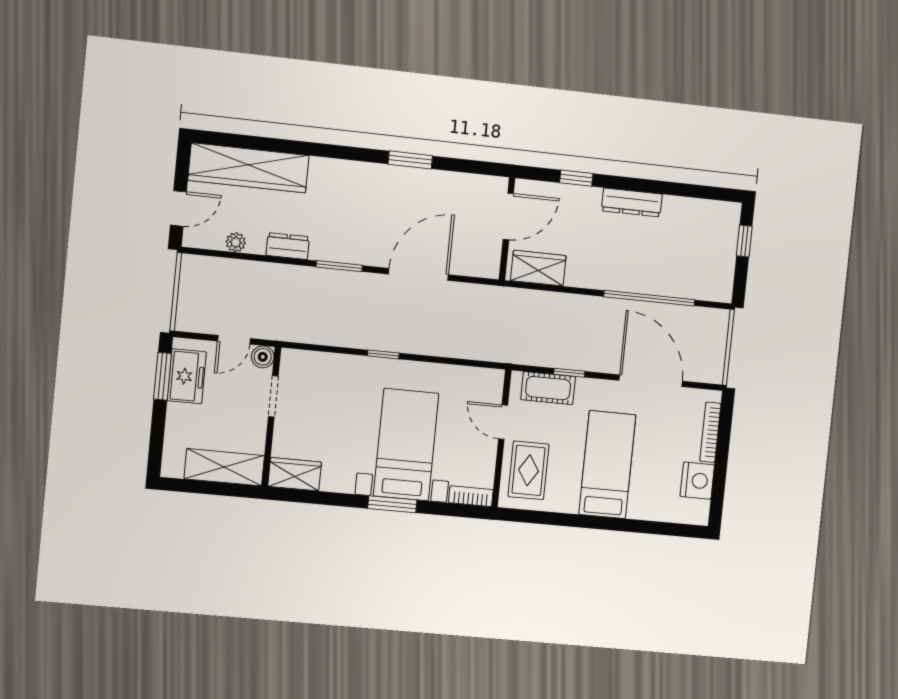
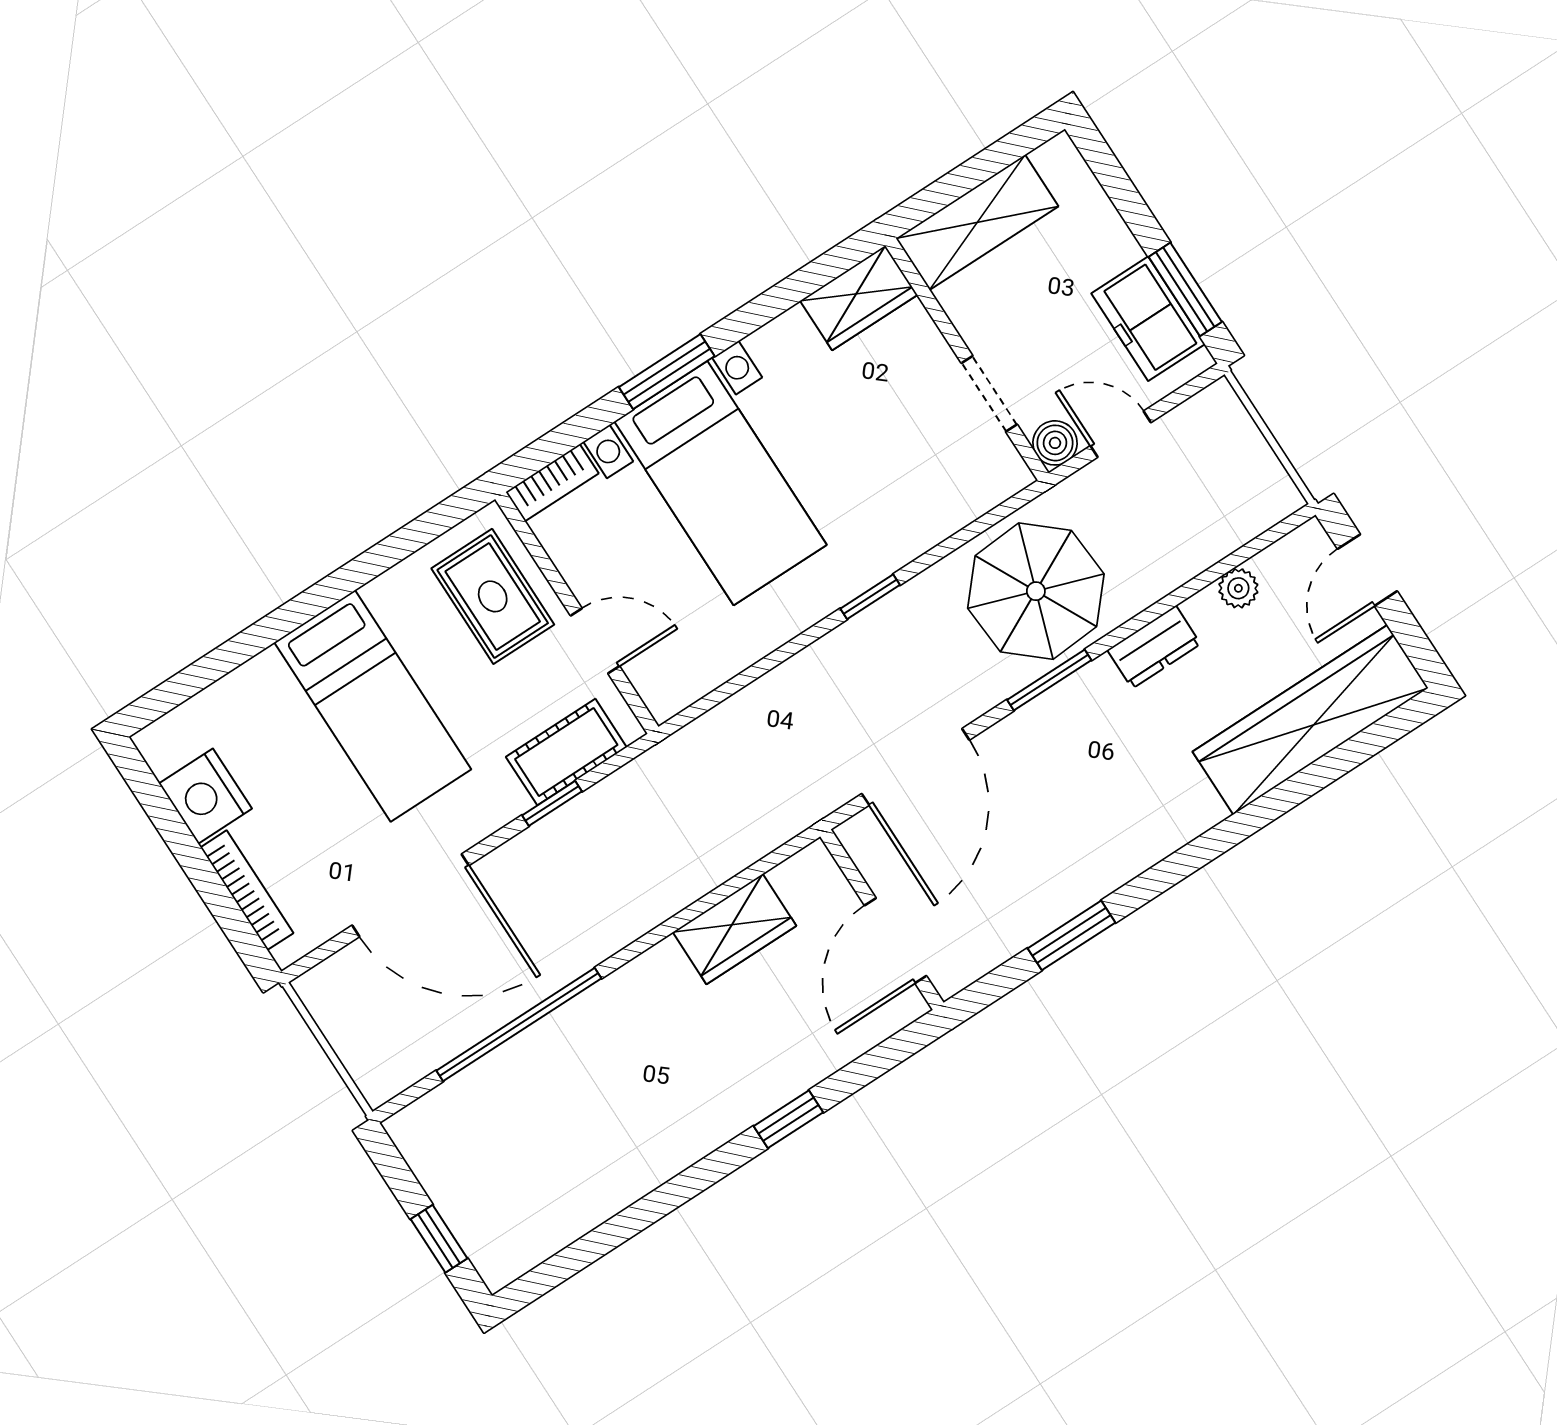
dresser: (632, 202) -> (669, 1153), removed
door: (508, 216) -> (896, 941), moved
wall: (507, 229) -> (882, 920), moved
parasol: (317, 305) -> (1036, 591), added
door: (234, 340) -> (1121, 434), hinge flipped

